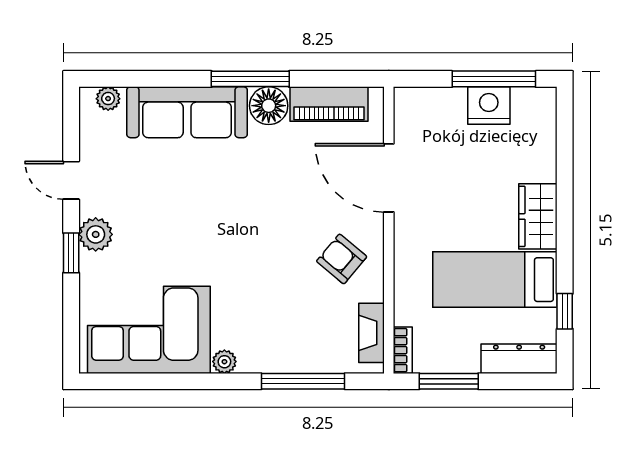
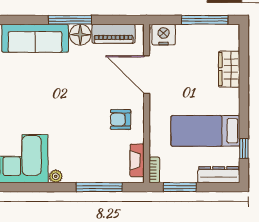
nightstand: (489, 106) -> (164, 35), moved
wardrobe: (538, 216) -> (229, 69), moved
armchair: (342, 259) -> (121, 119), turned -40

